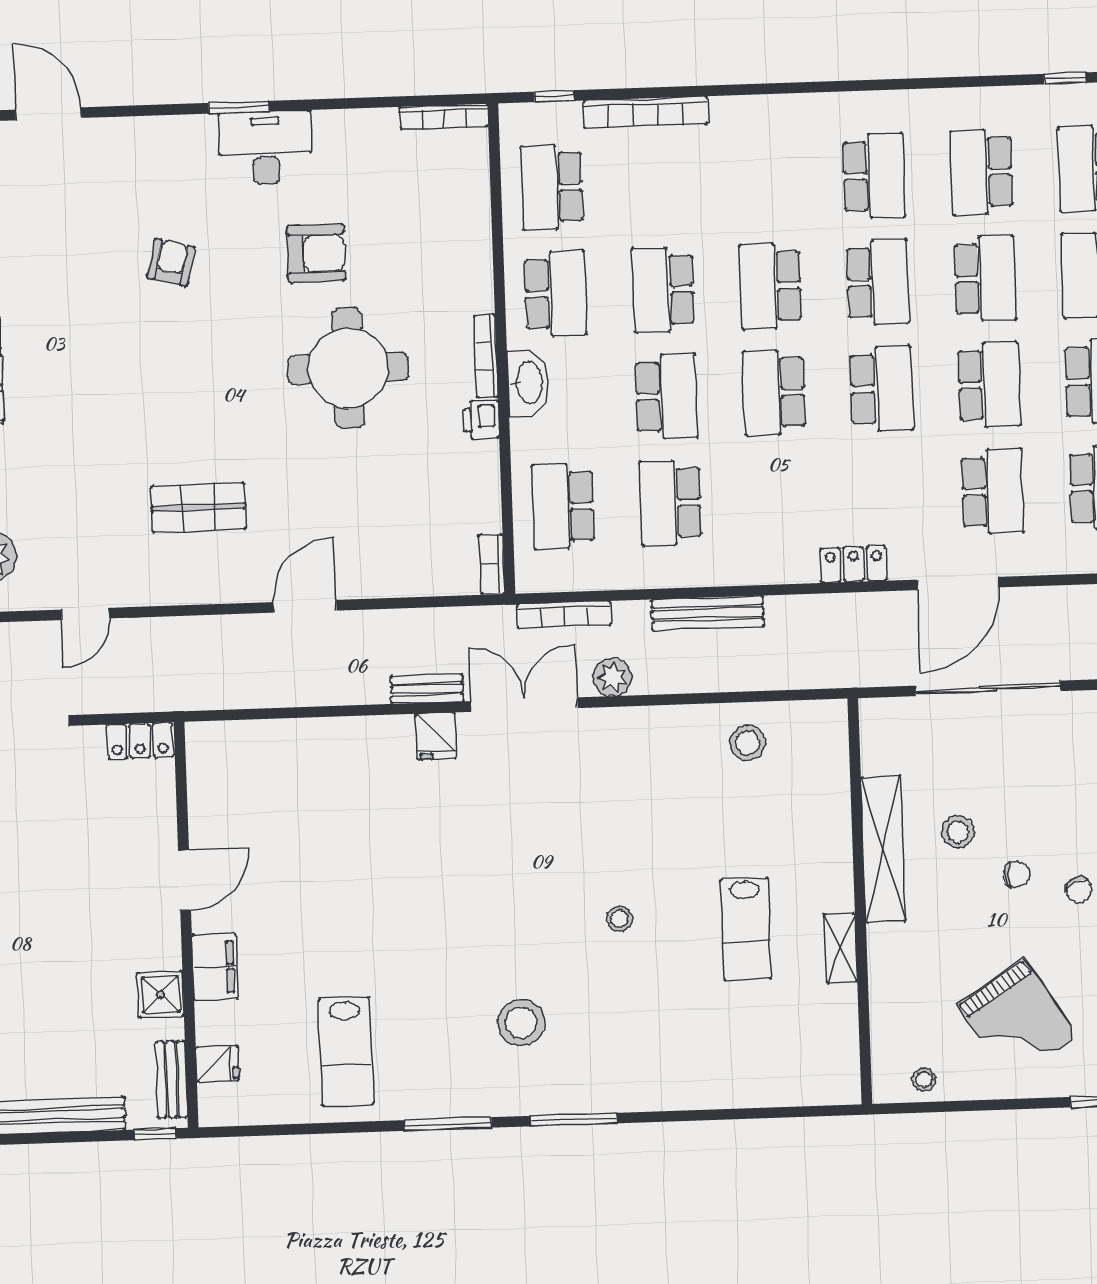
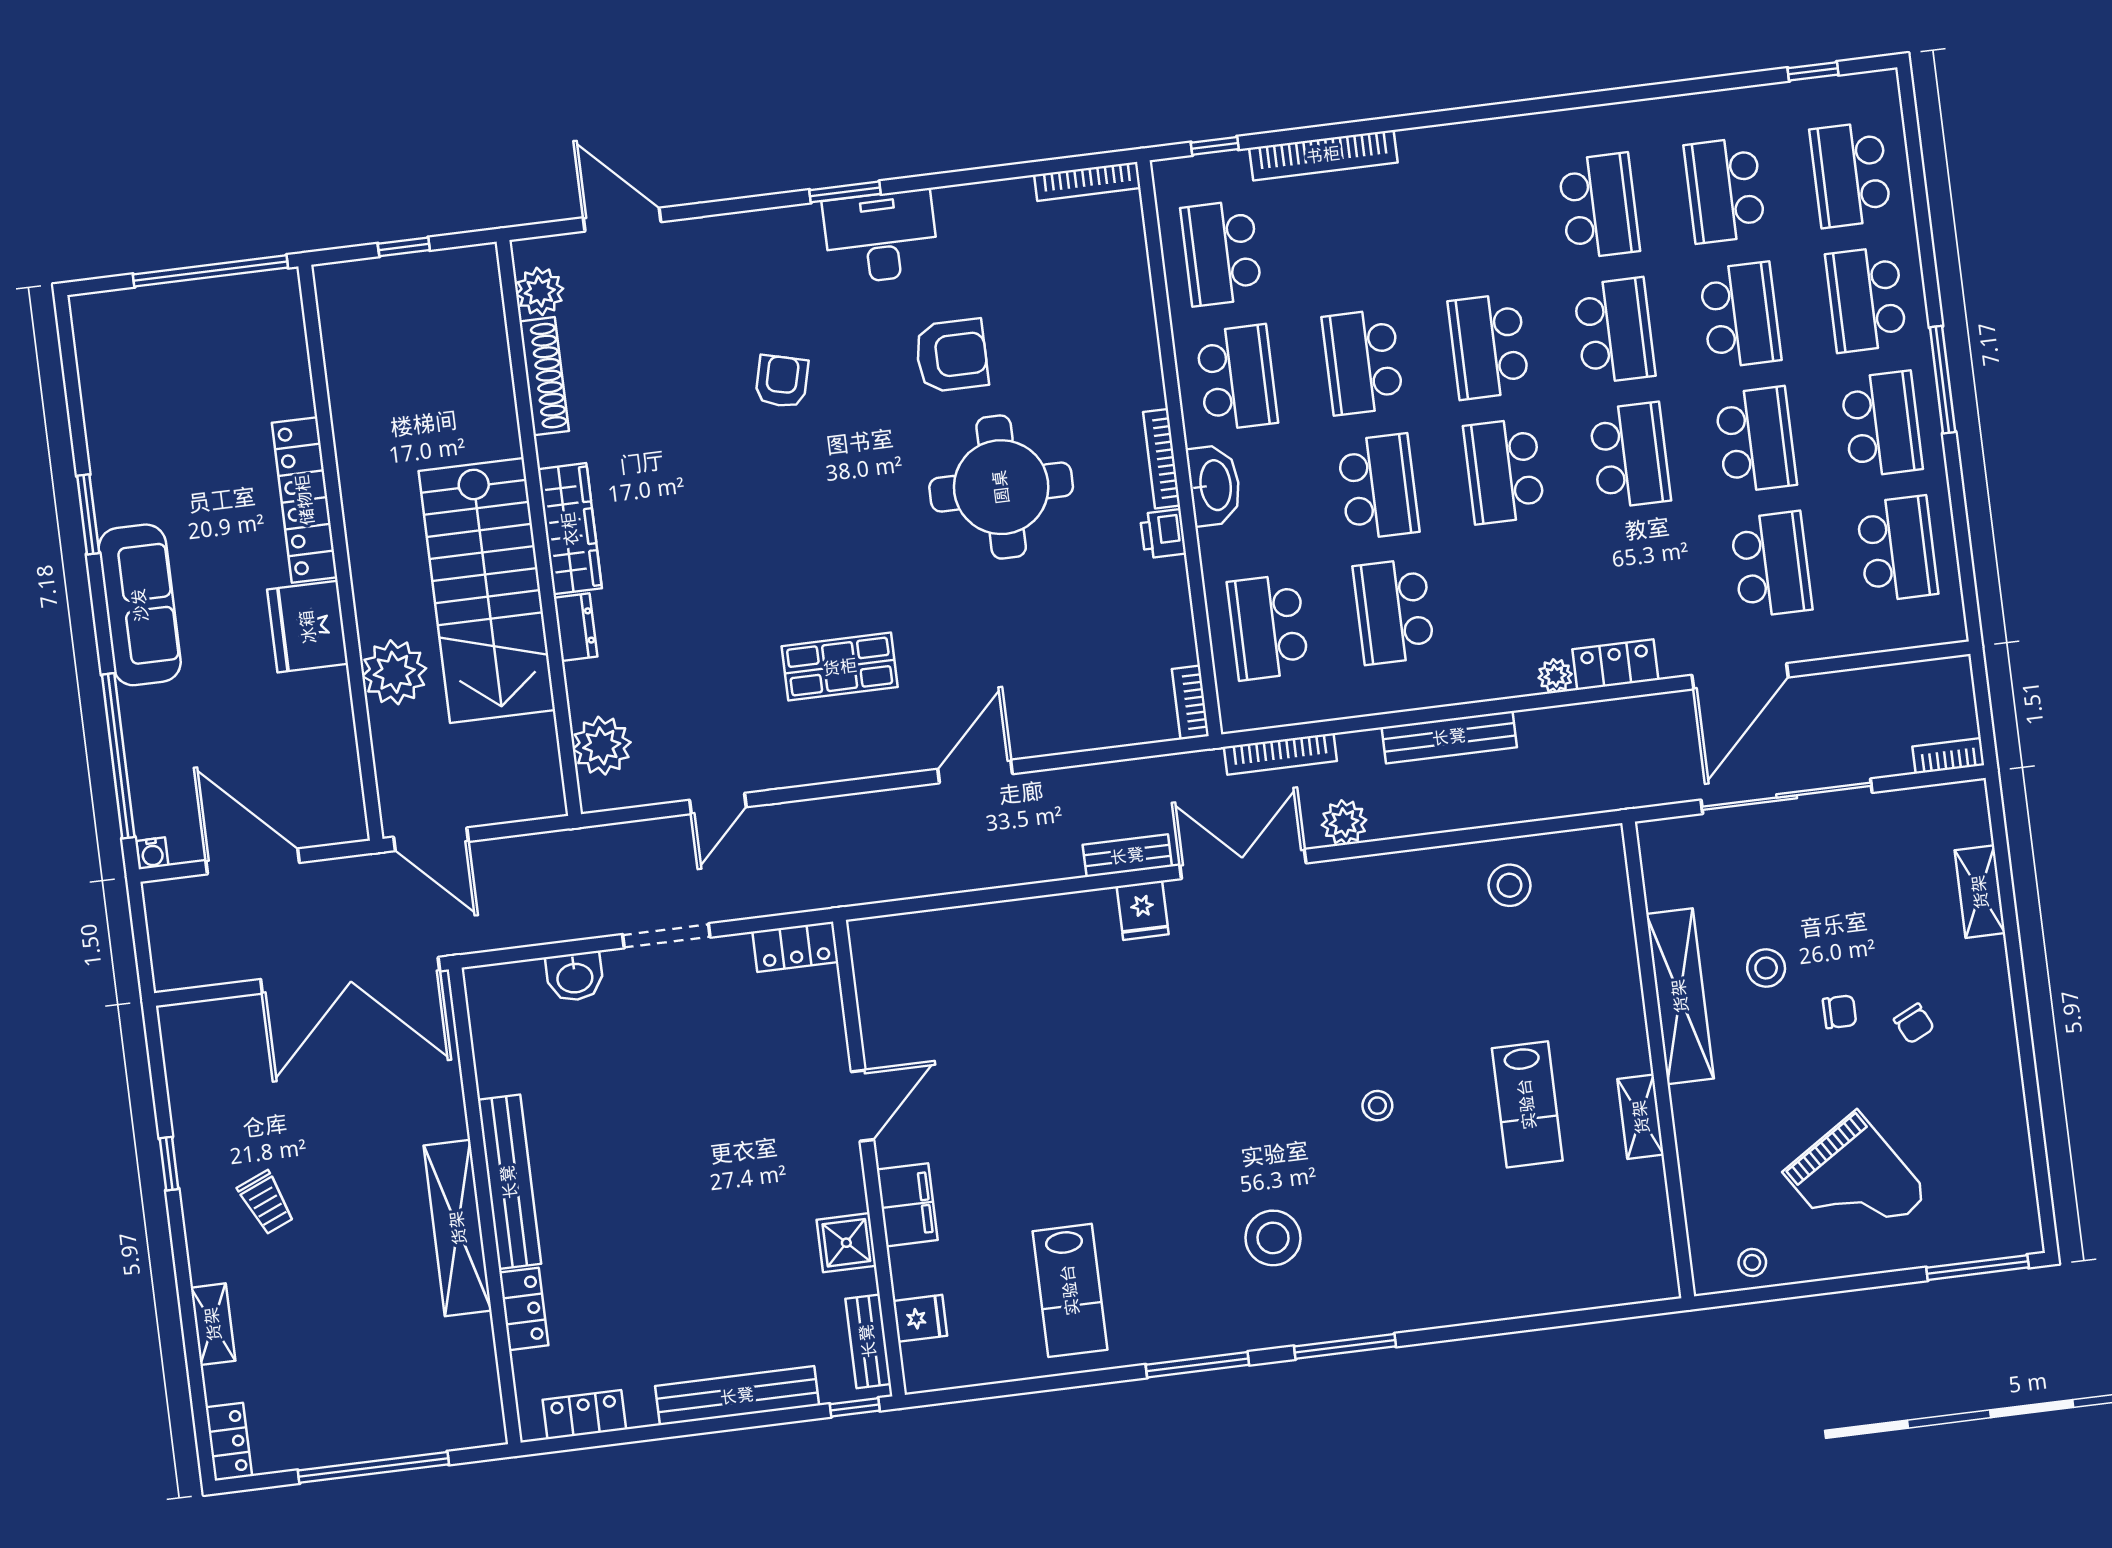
plant: (802, 569) -> (1555, 676), added

